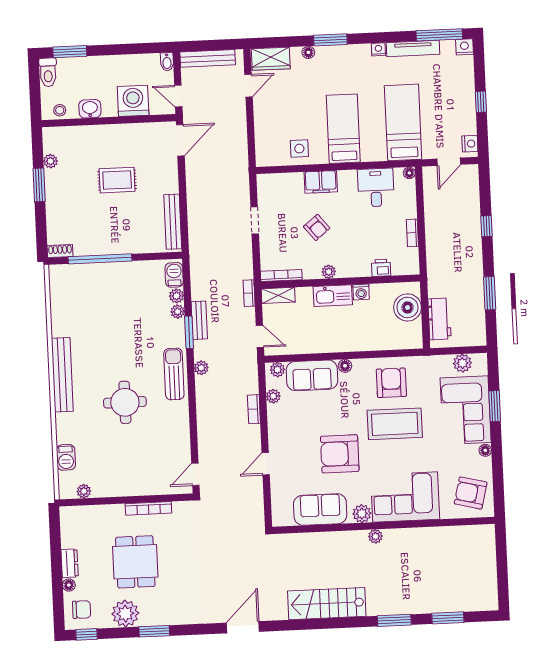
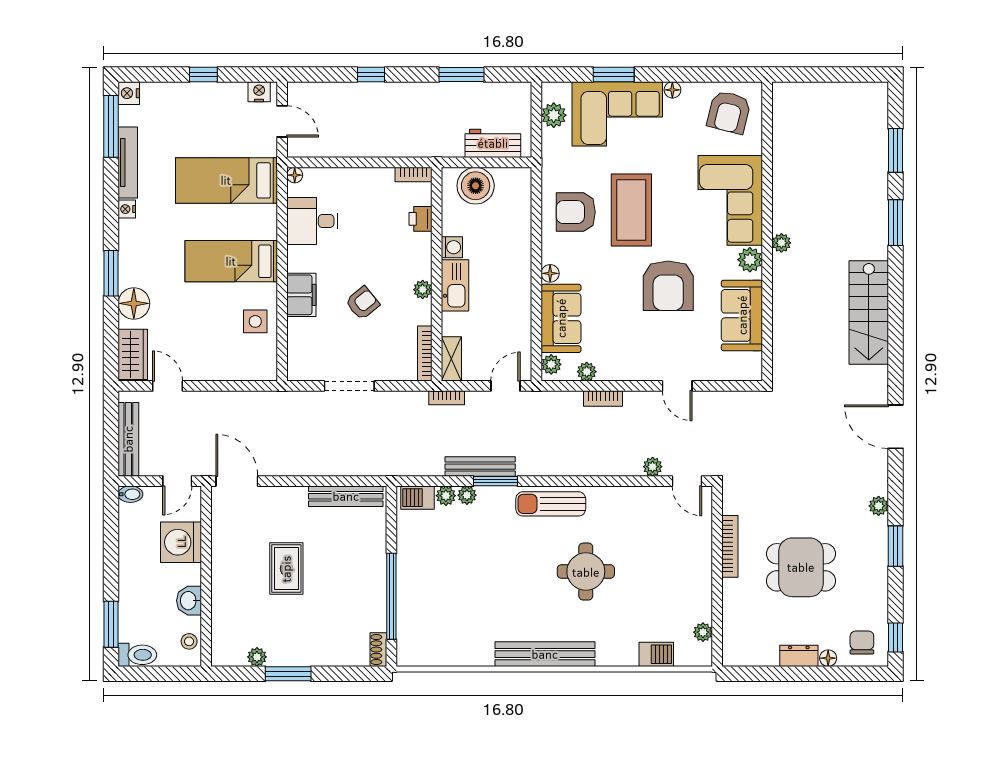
floor lamp: (308, 52) -> (134, 303), width x1.89, depth x1.89
doorway: (255, 220) -> (349, 386), width x1.38
bookcase: (412, 233) -> (413, 175), moved
bench: (199, 320) -> (480, 467), width x1.36
plant: (201, 368) -> (653, 467), moved
plant: (125, 614) -> (879, 506), moved, width x0.53, depth x0.53

